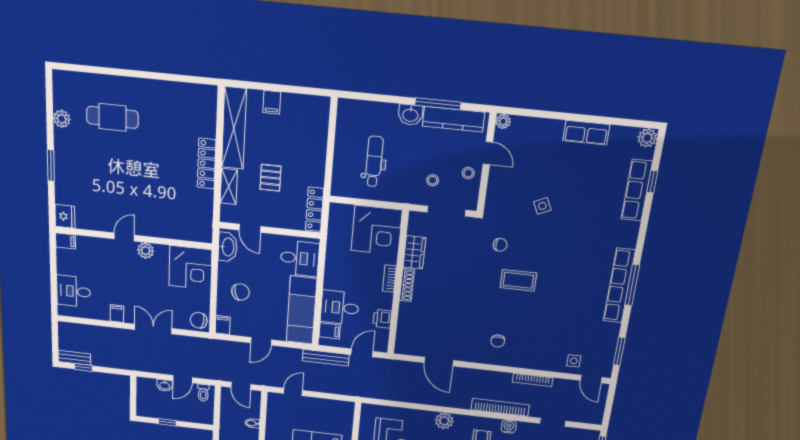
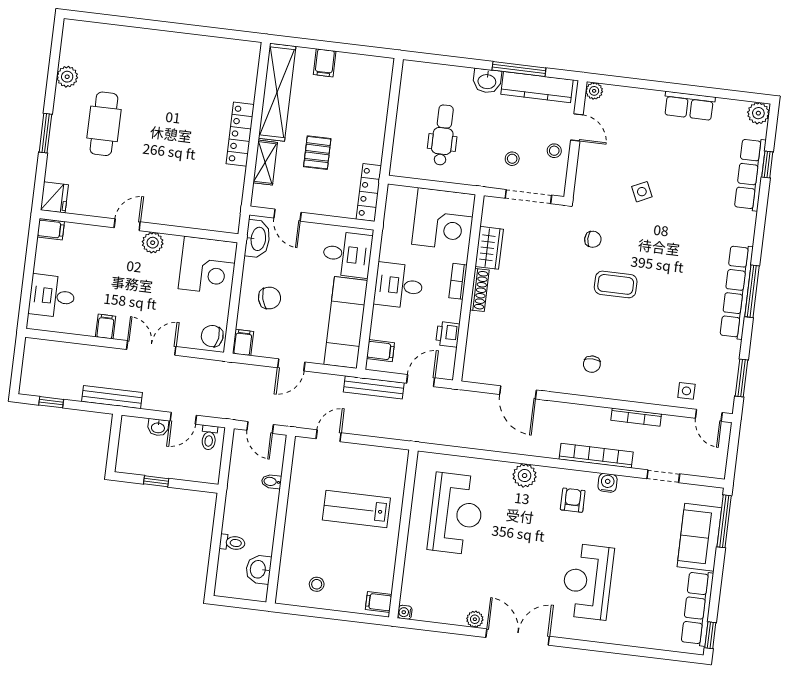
cafe table: (112, 117) -> (104, 124), moved, turned 90
desk: (340, 308) -> (399, 286), moved
bench: (74, 358) -> (112, 397), moved, width x1.36

